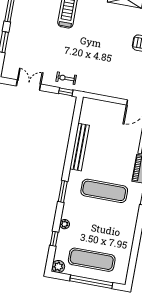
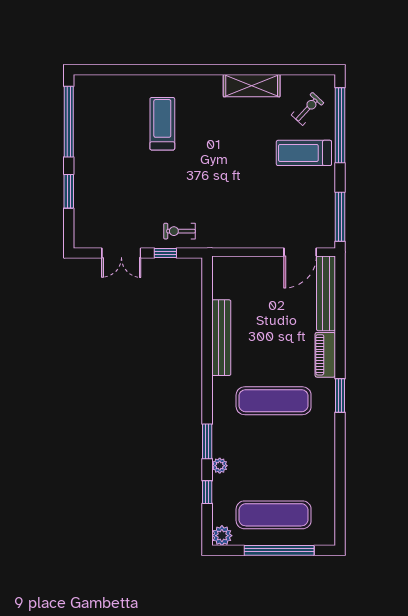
double door: (29, 85) -> (121, 253), swing flipped
window: (66, 92) -> (165, 253), moved
window: (63, 192) -> (207, 441), moved

